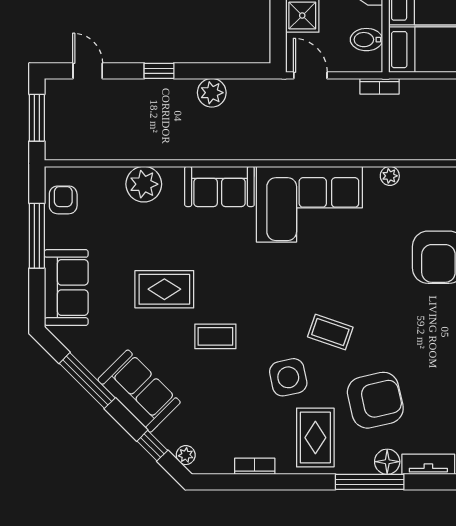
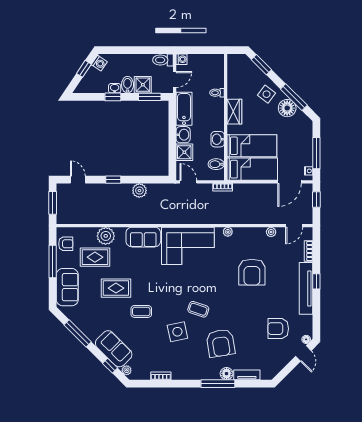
armchair: (63, 200) -> (66, 244), turned 90
sofa: (139, 391) -> (114, 349), moved
armchair: (375, 400) -> (221, 343), turned 94
rug: (315, 438) -> (95, 257), moved, turned 90

